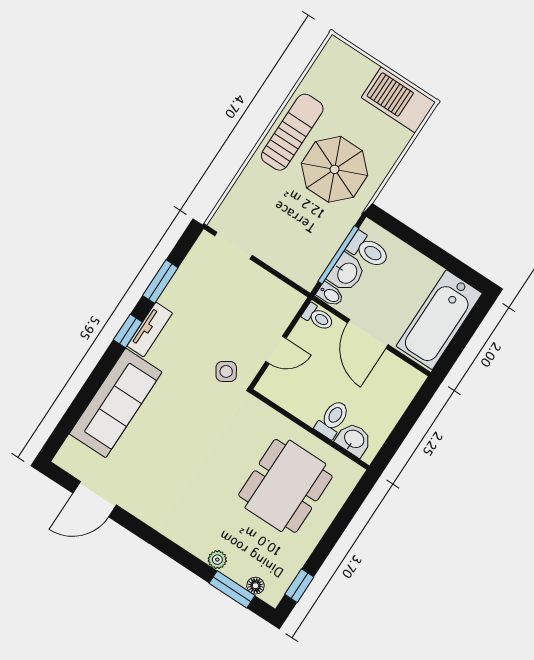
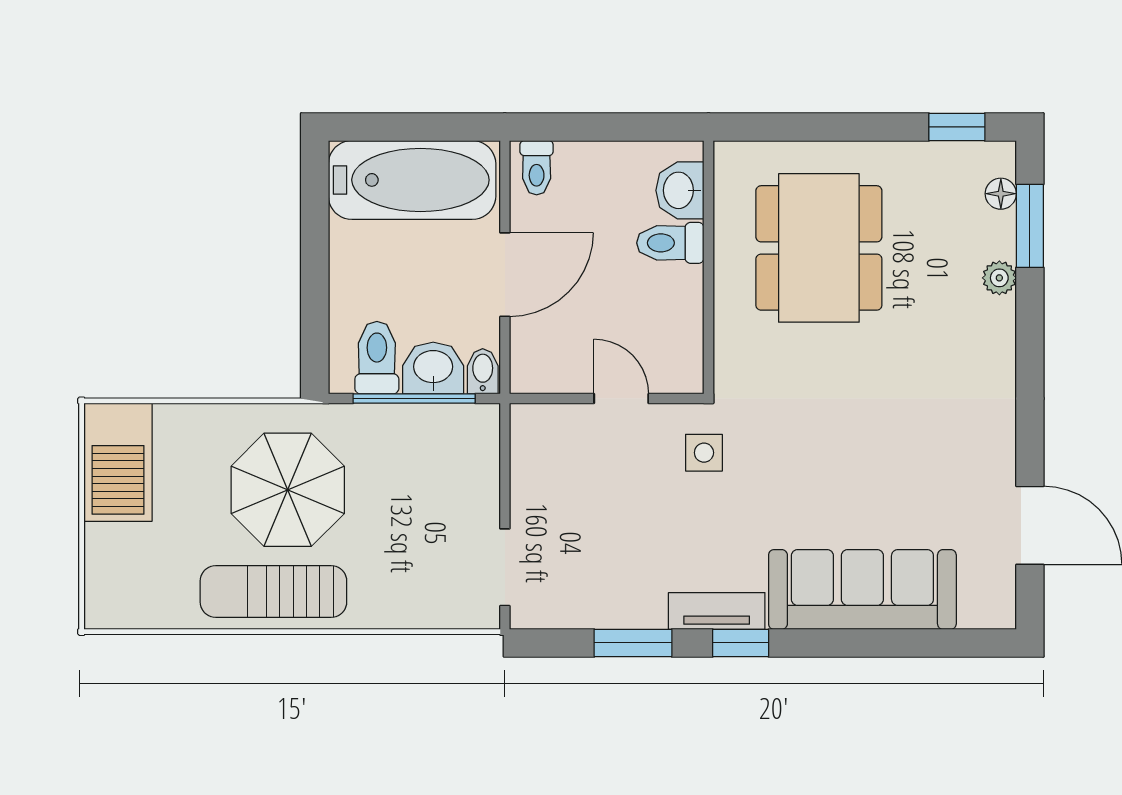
toilet: (318, 317) -> (537, 168), moved, turned 180
side table: (226, 371) -> (704, 453), turned 33
dining table: (285, 486) -> (819, 248), turned 90

